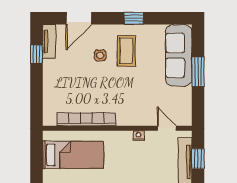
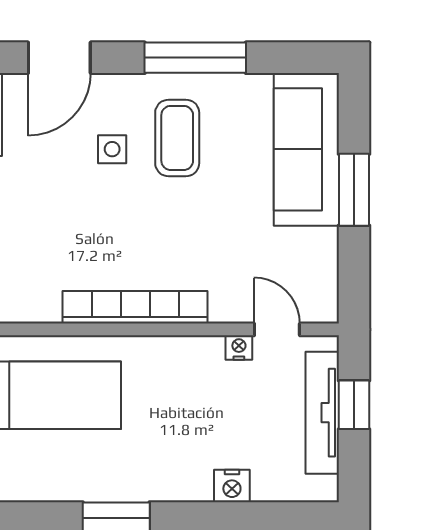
window: (134, 18) -> (195, 58), width x2.17
bookcase: (86, 119) -> (135, 307), moved
nightstand: (139, 136) -> (239, 348), moved

